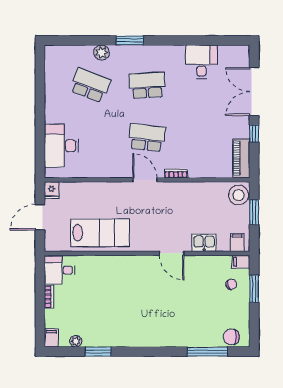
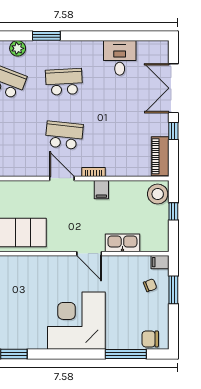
window: (254, 212) -> (173, 211), width x0.67
filing cabinet: (237, 242) -> (101, 190), moved, turned 180
kitchen sink: (204, 243) -> (122, 243), width x1.38
corner desk: (159, 319) -> (76, 321), added

